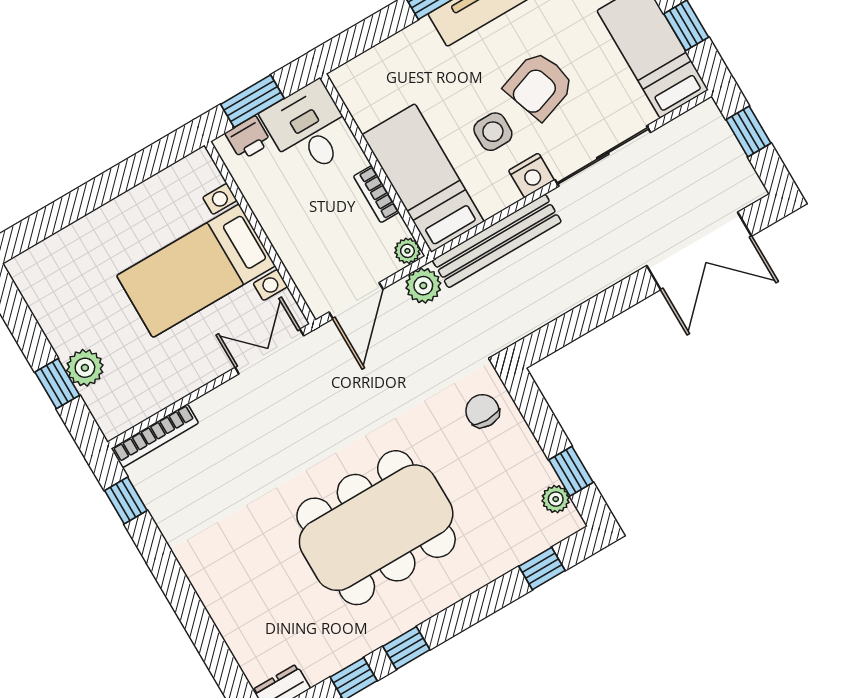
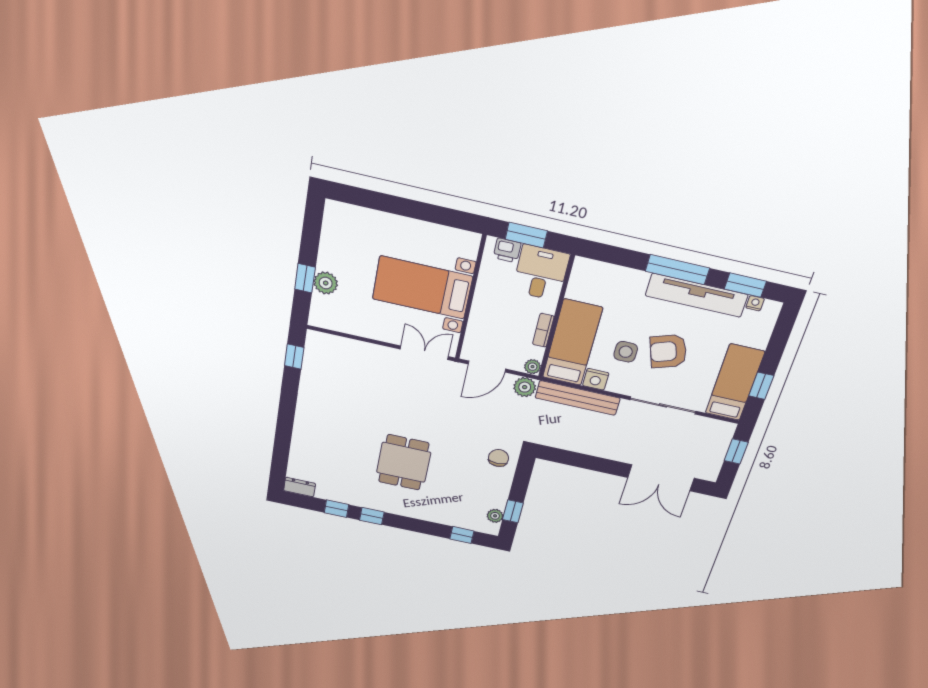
nightstand: (531, 175) -> (596, 379), moved
bookcase: (155, 436) -> (334, 341), removed
dining table: (376, 528) -> (404, 462), width x0.53, depth x0.80

